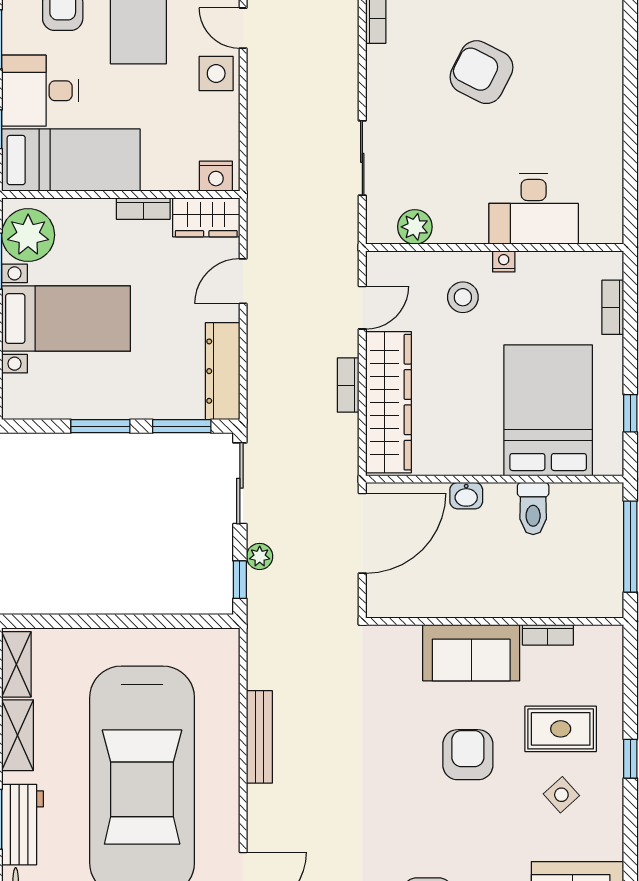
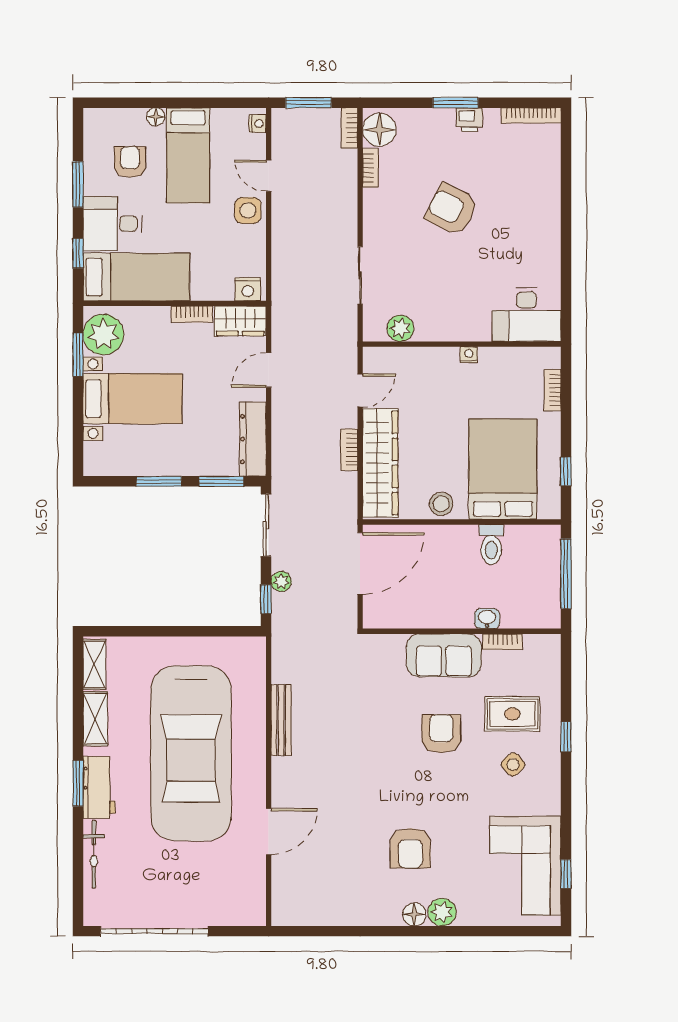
desk: (534, 209) -> (526, 315), moved
stool: (463, 297) -> (441, 504), moved
washbasin: (466, 496) -> (487, 619), moved, turned 180

